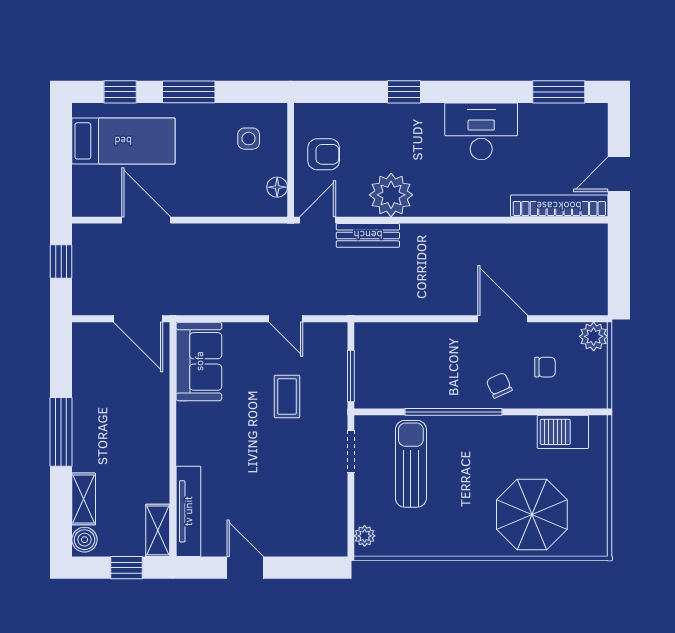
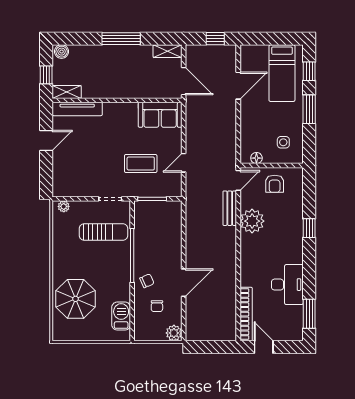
desk: (481, 131) -> (287, 285), moved
door: (318, 220) -> (238, 180), hinge flipped
door: (138, 319) -> (184, 81), swing flipped
coffee table: (287, 396) -> (141, 164), width x1.36, depth x1.30
shelving: (84, 499) -> (167, 51), moved

